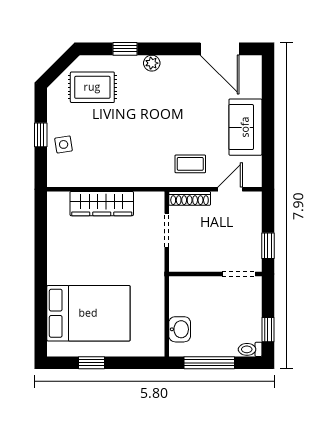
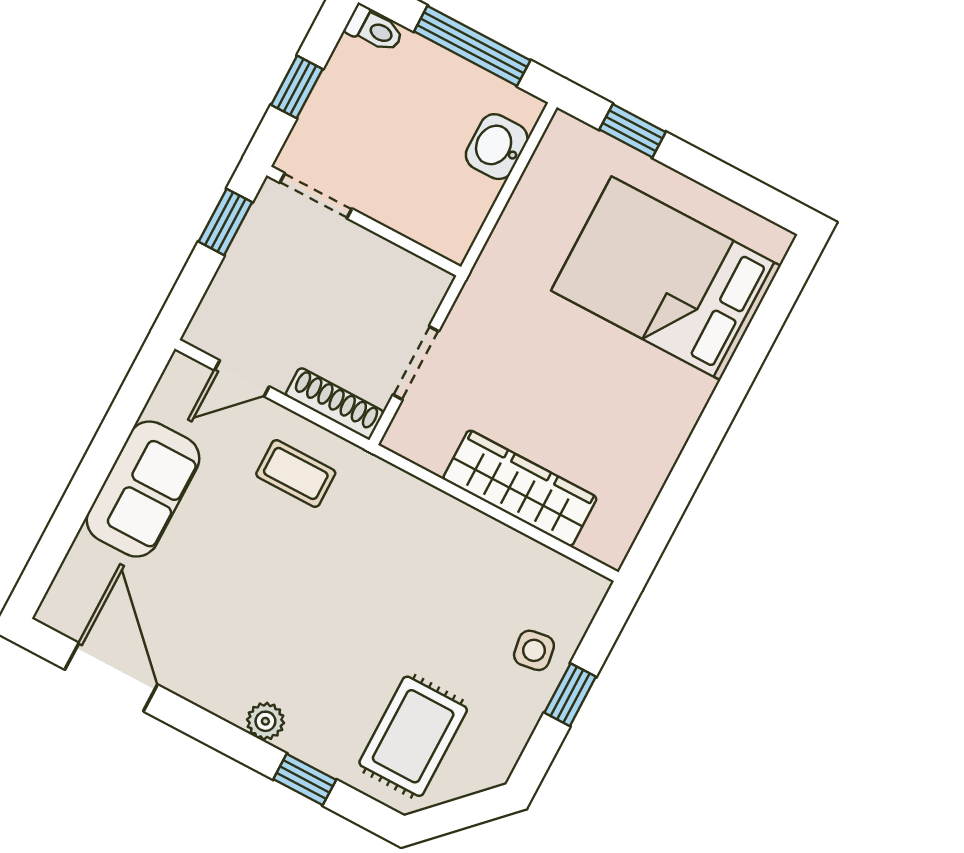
rug: (92, 87) -> (413, 736), turned 90
window: (268, 330) -> (297, 87), moved
window: (92, 363) -> (633, 131), moved

